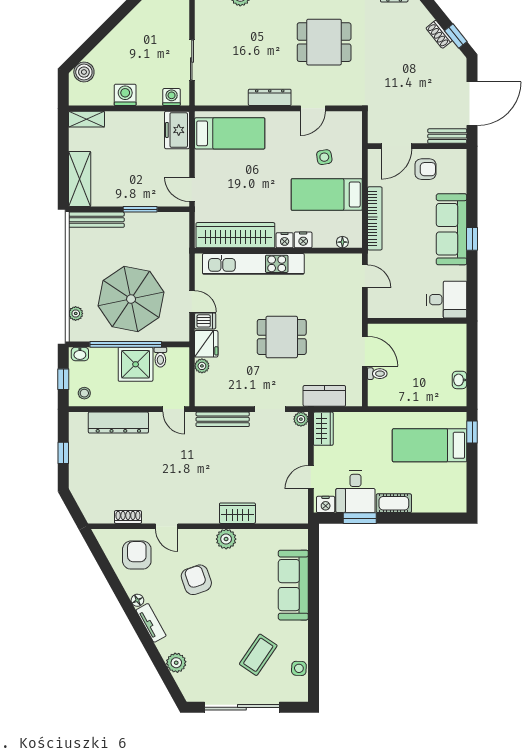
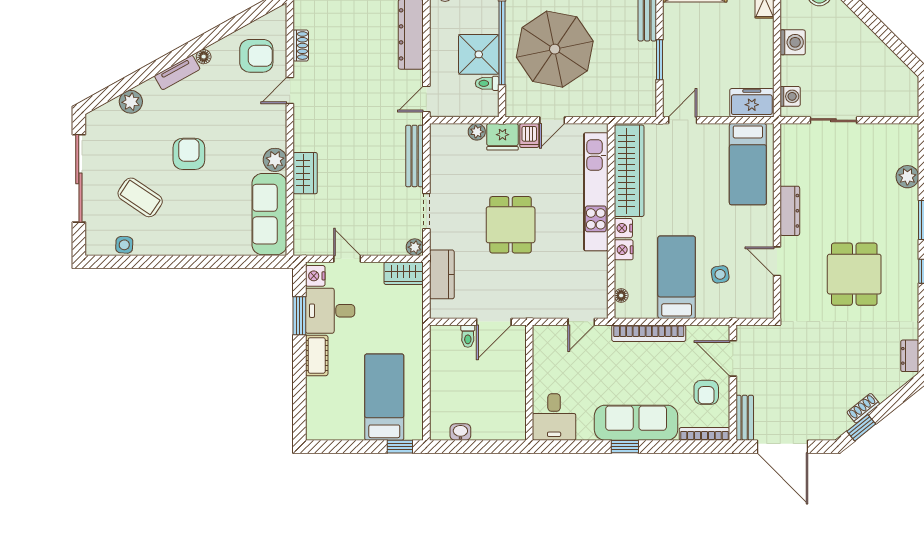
bookcase: (461, 171) -> (704, 434), added
armchair: (196, 580) -> (189, 154), moved, turned -71
sofa: (293, 585) -> (269, 214), moved, turned -90

